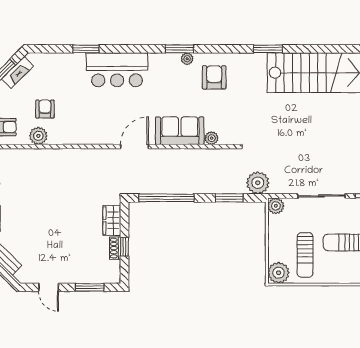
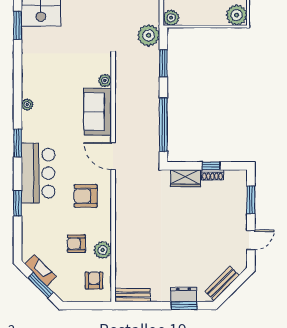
window: (179, 49) -> (18, 143), moved
armchair: (214, 77) -> (86, 196), moved

